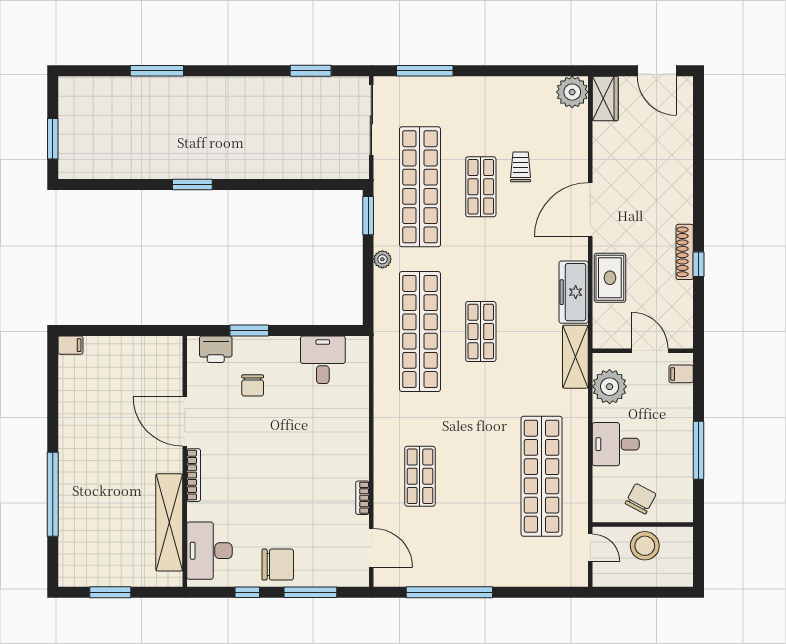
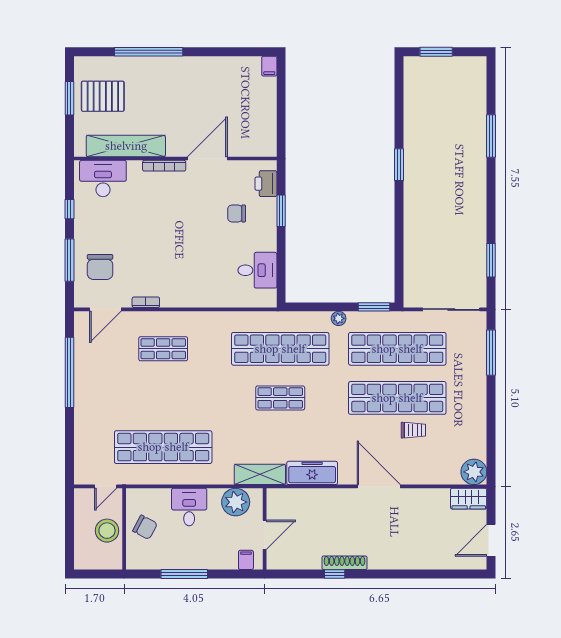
shop shelf: (481, 187) -> (397, 398), width x2.00, depth x1.36
rug: (610, 278) -> (324, 502), removed
pallet: (108, 551) -> (103, 96), added
chair: (278, 565) -> (100, 267), moved

